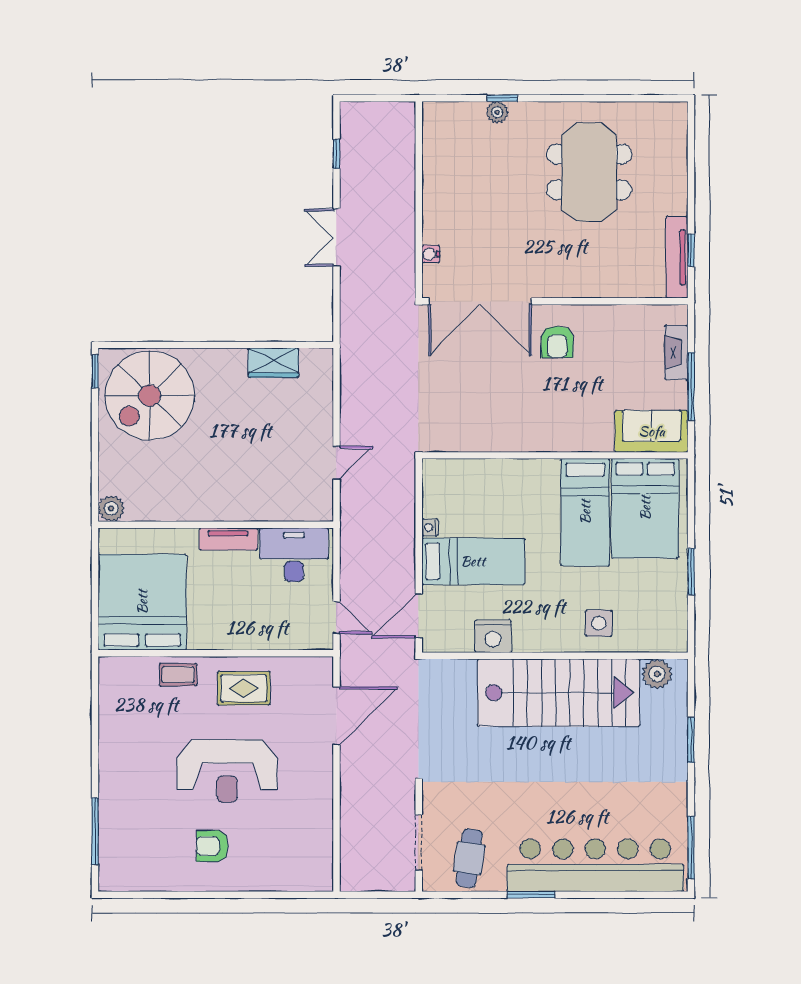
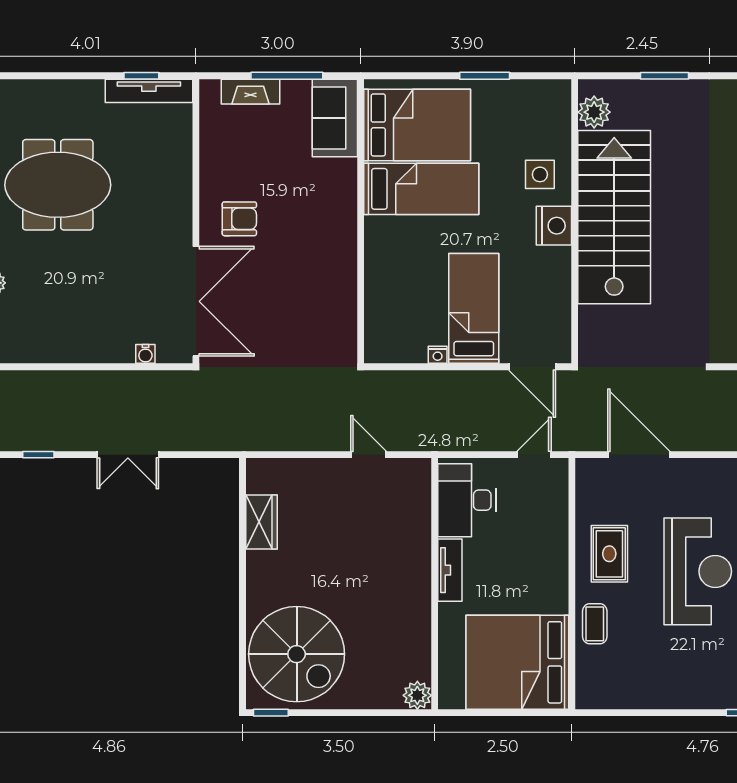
nightstand: (493, 636) -> (554, 226), moved

